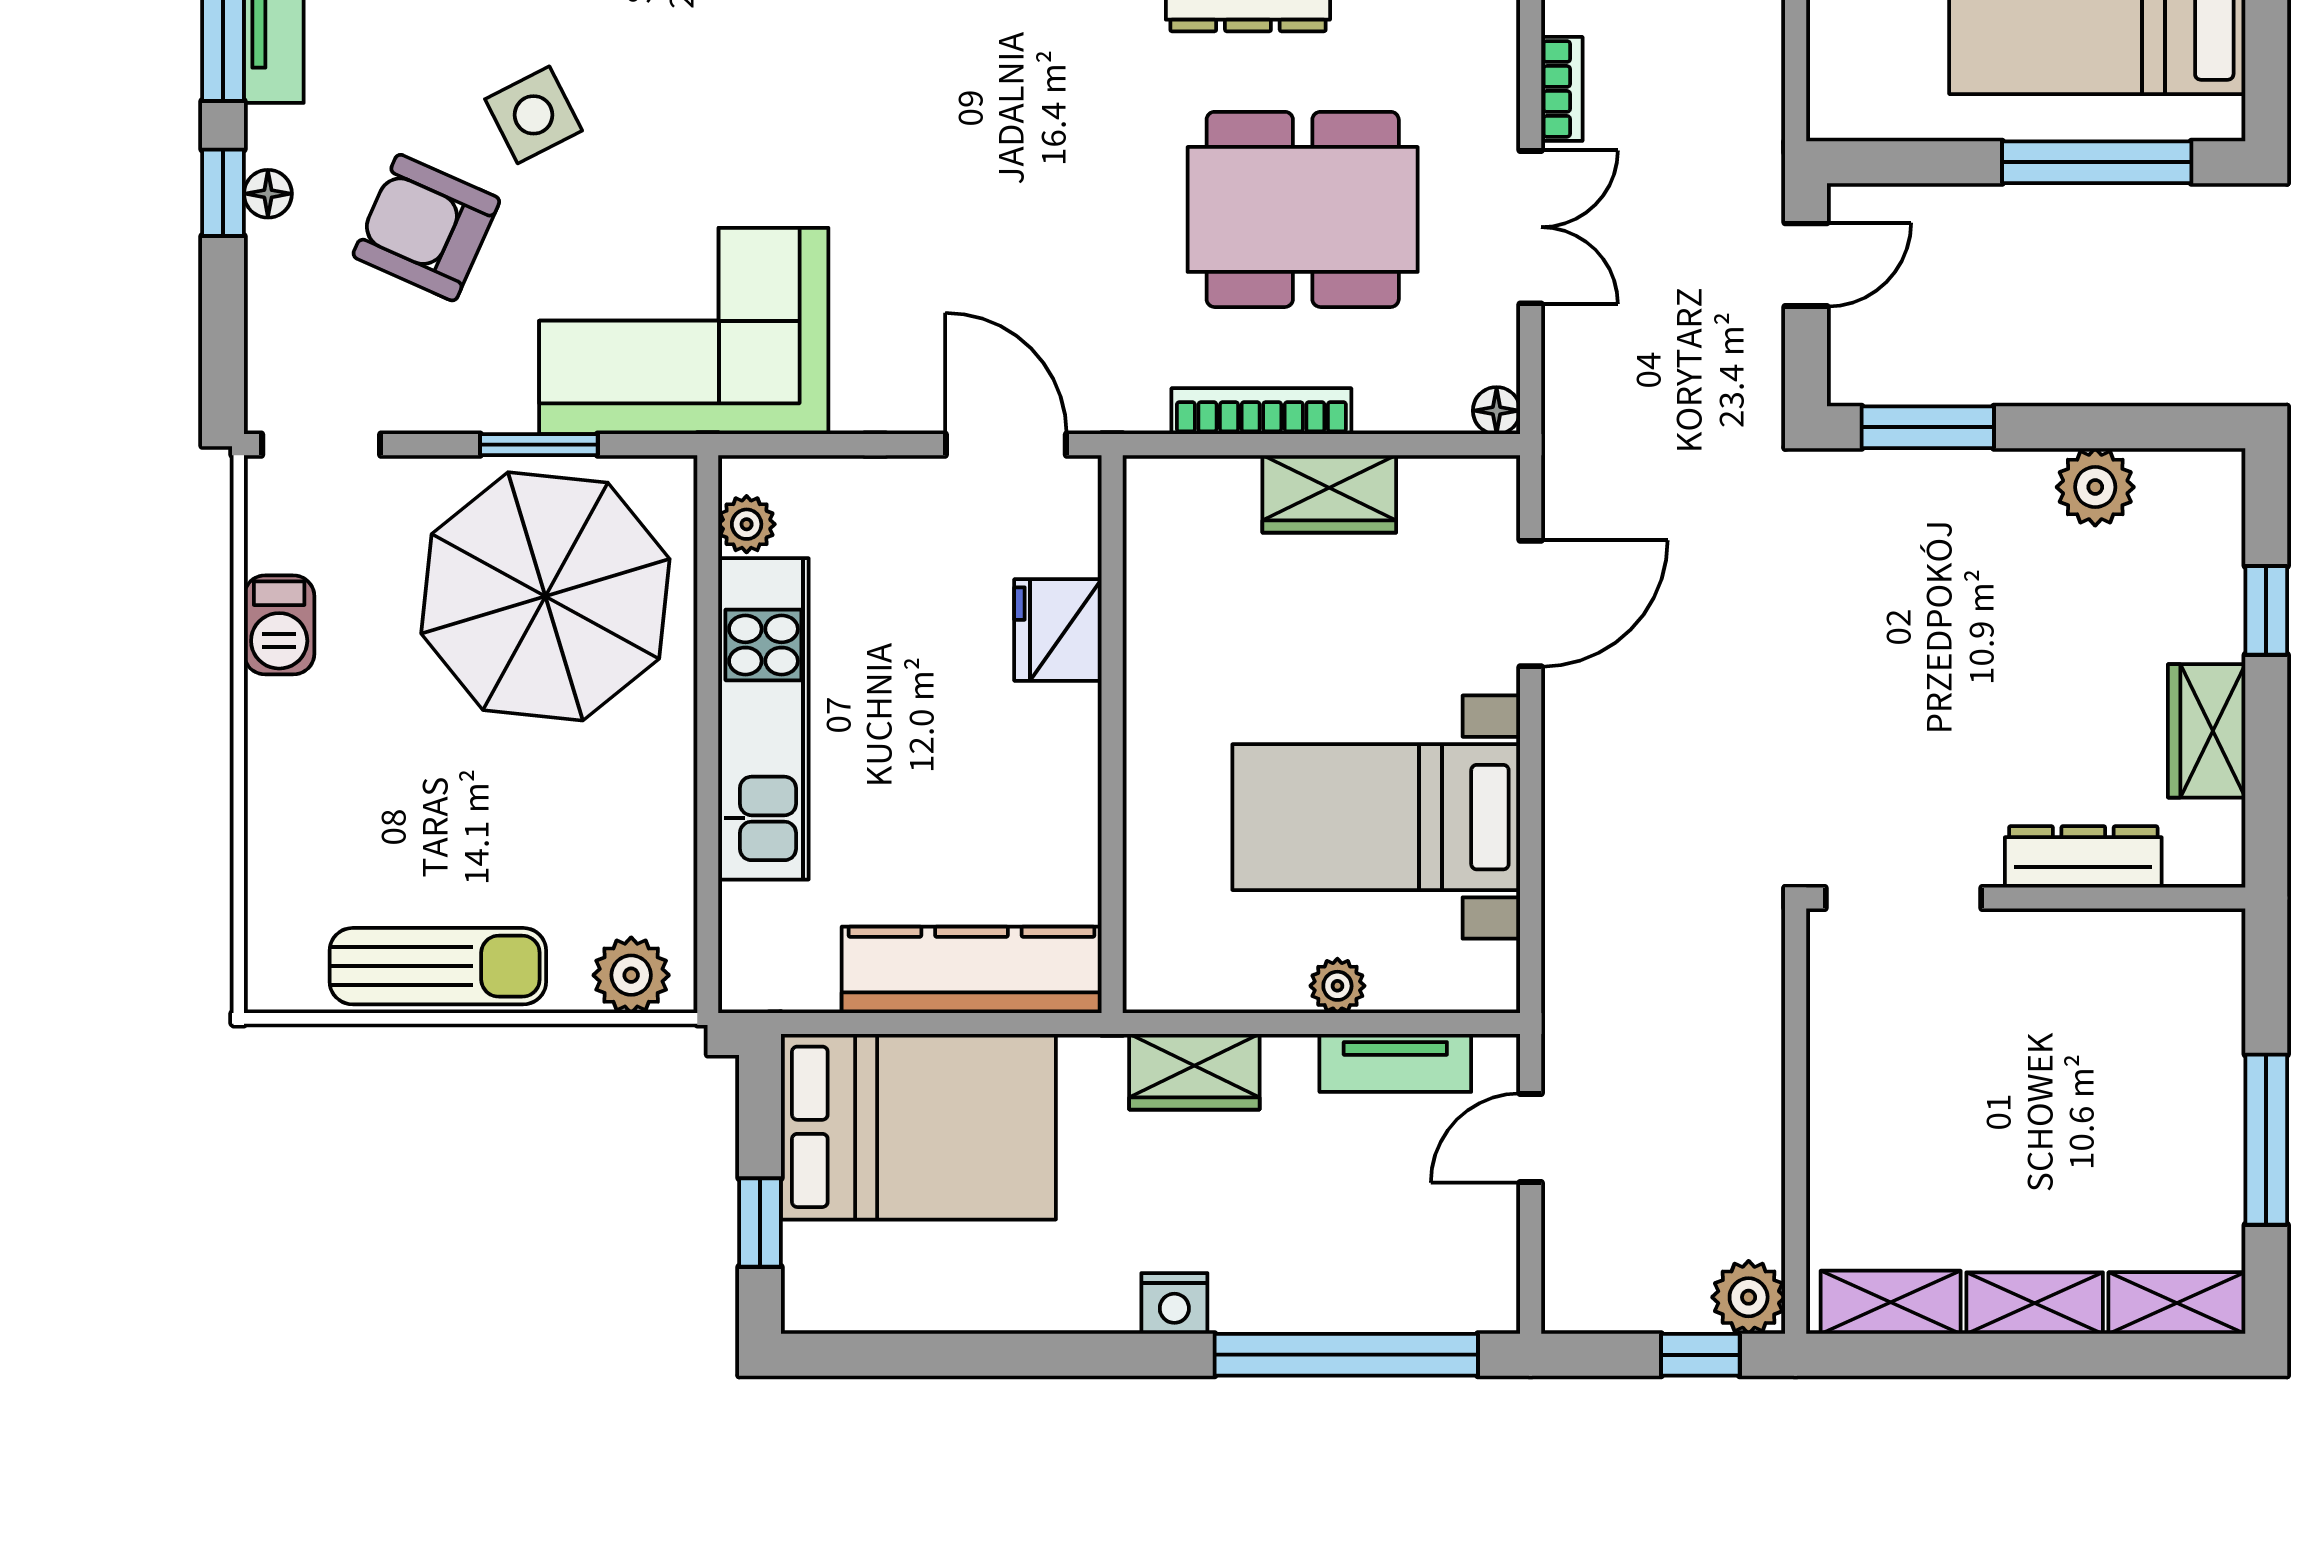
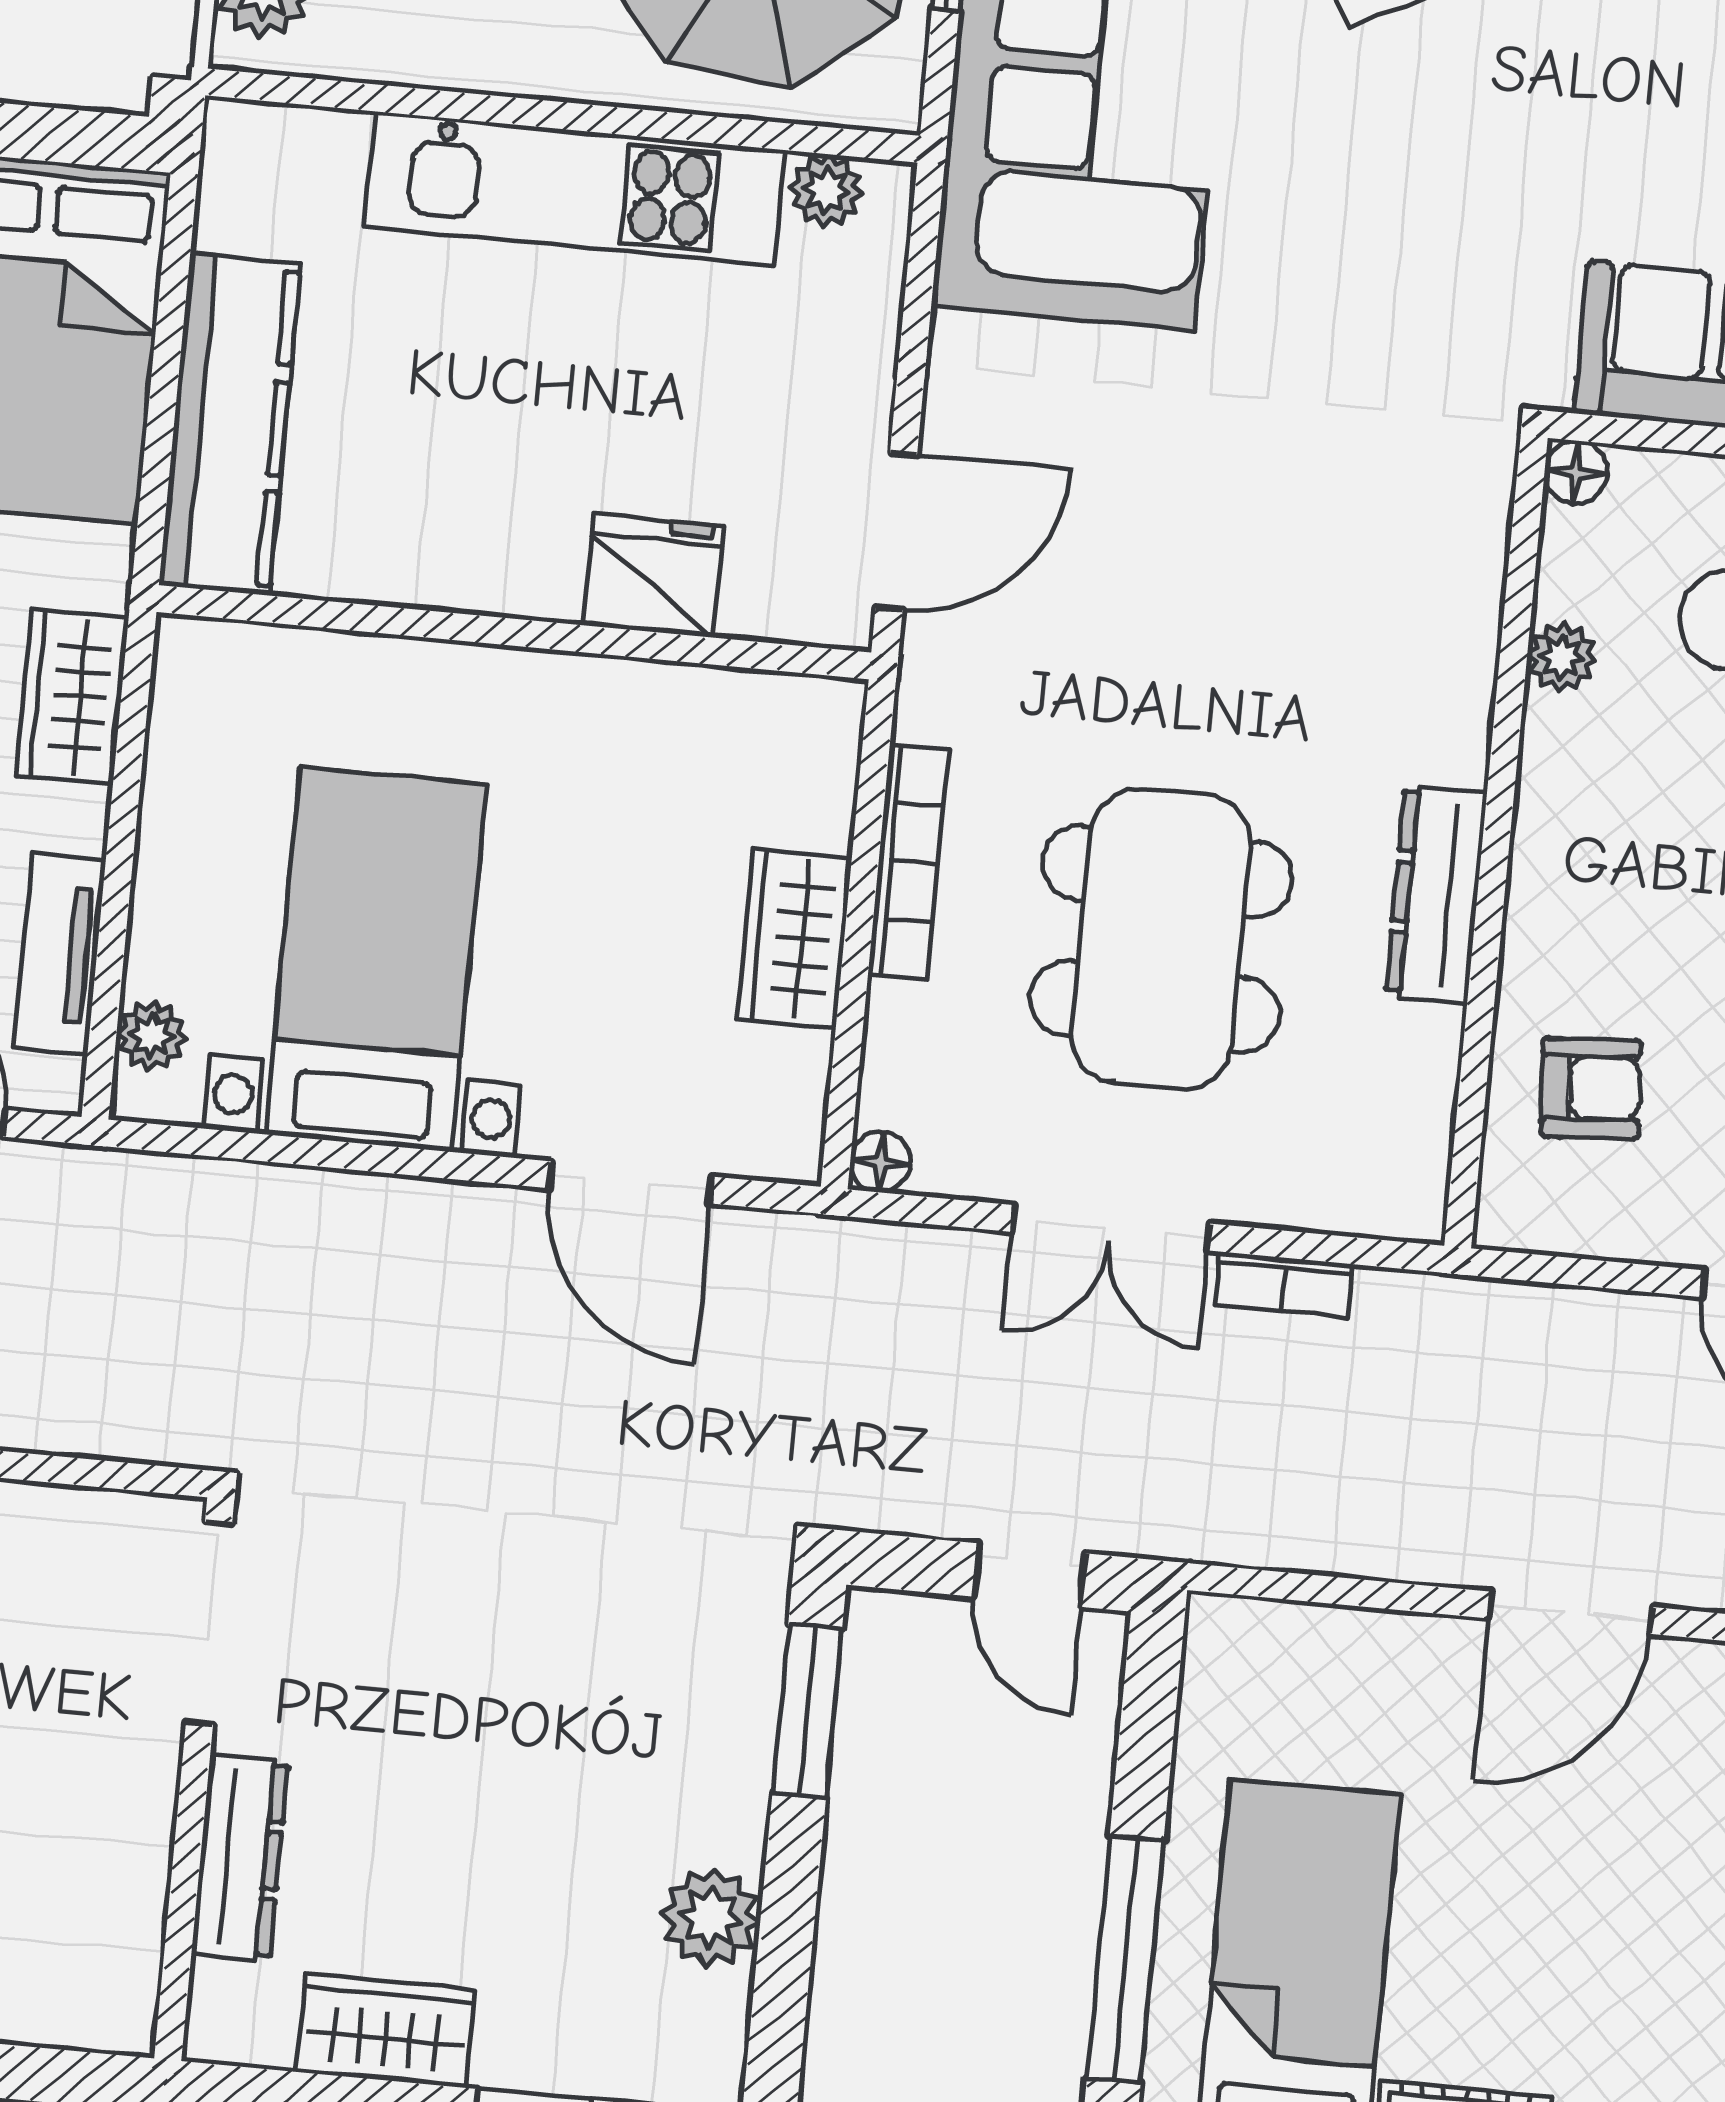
plant: (1337, 986) -> (151, 1036), moved

